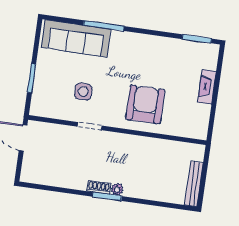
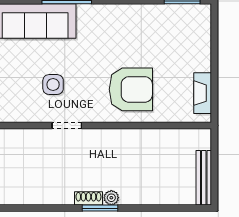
fireplace: (207, 87) -> (203, 93), moved
armchair: (145, 104) -> (131, 89), turned 90

